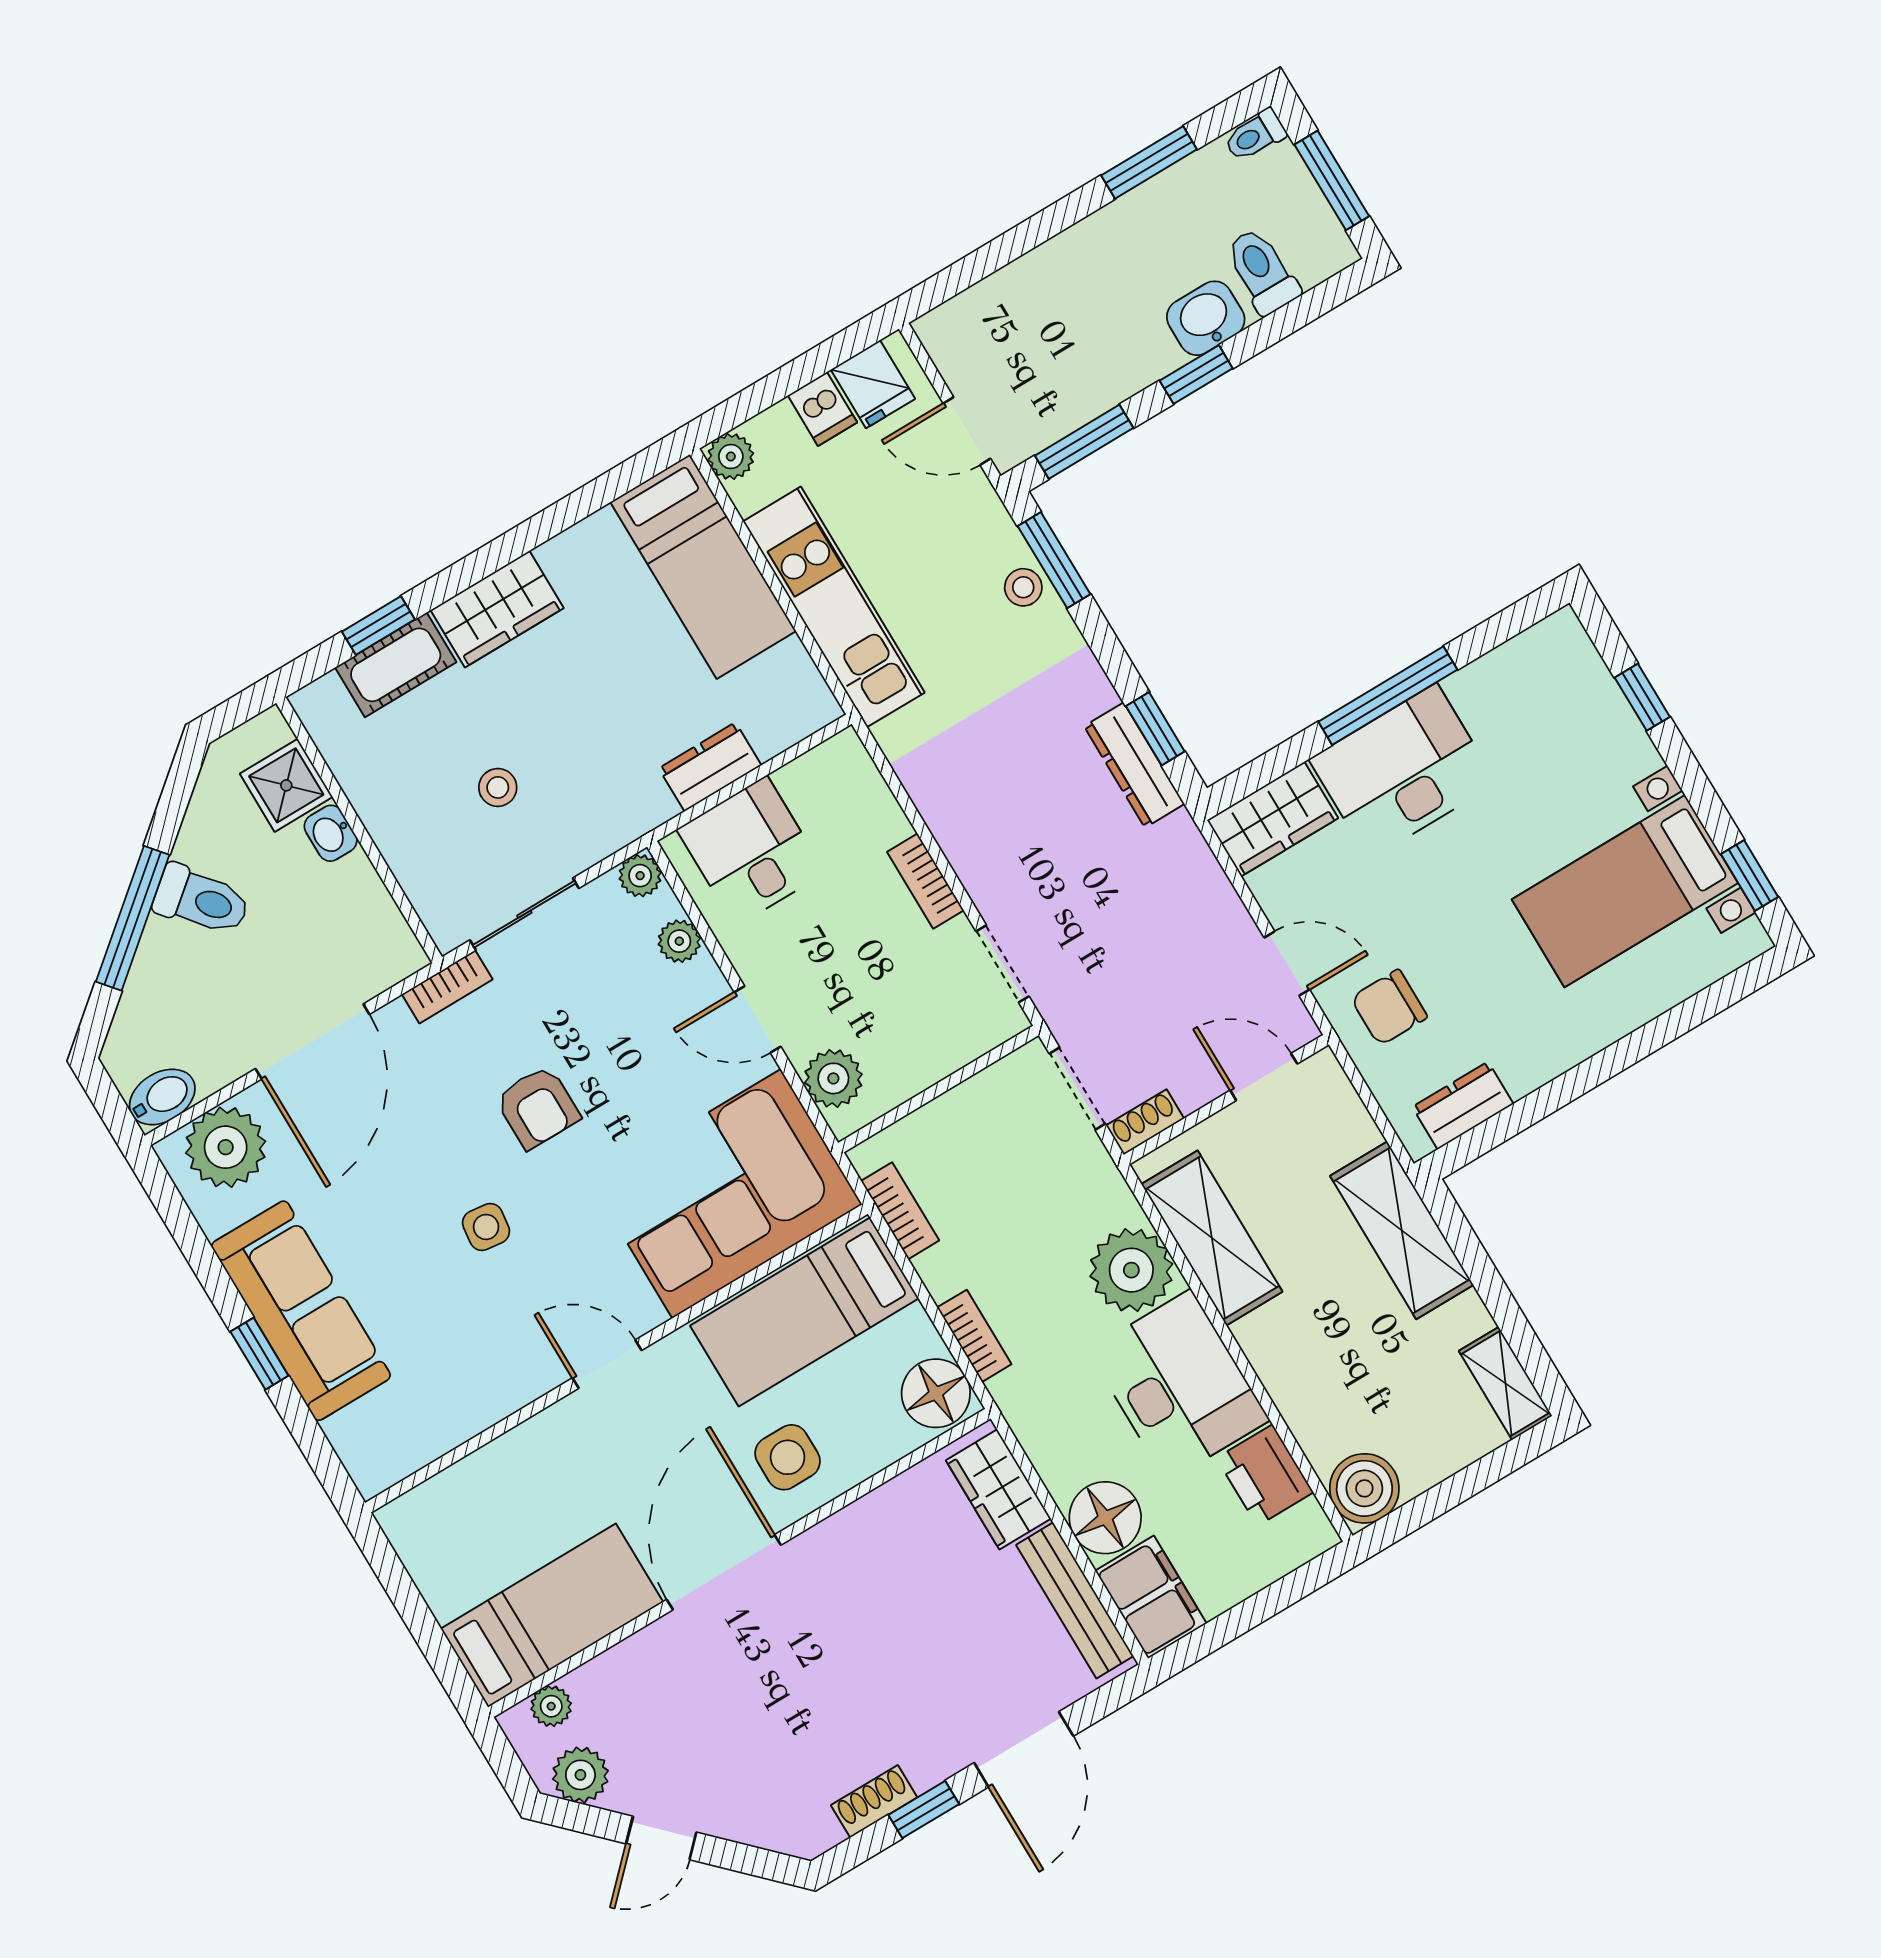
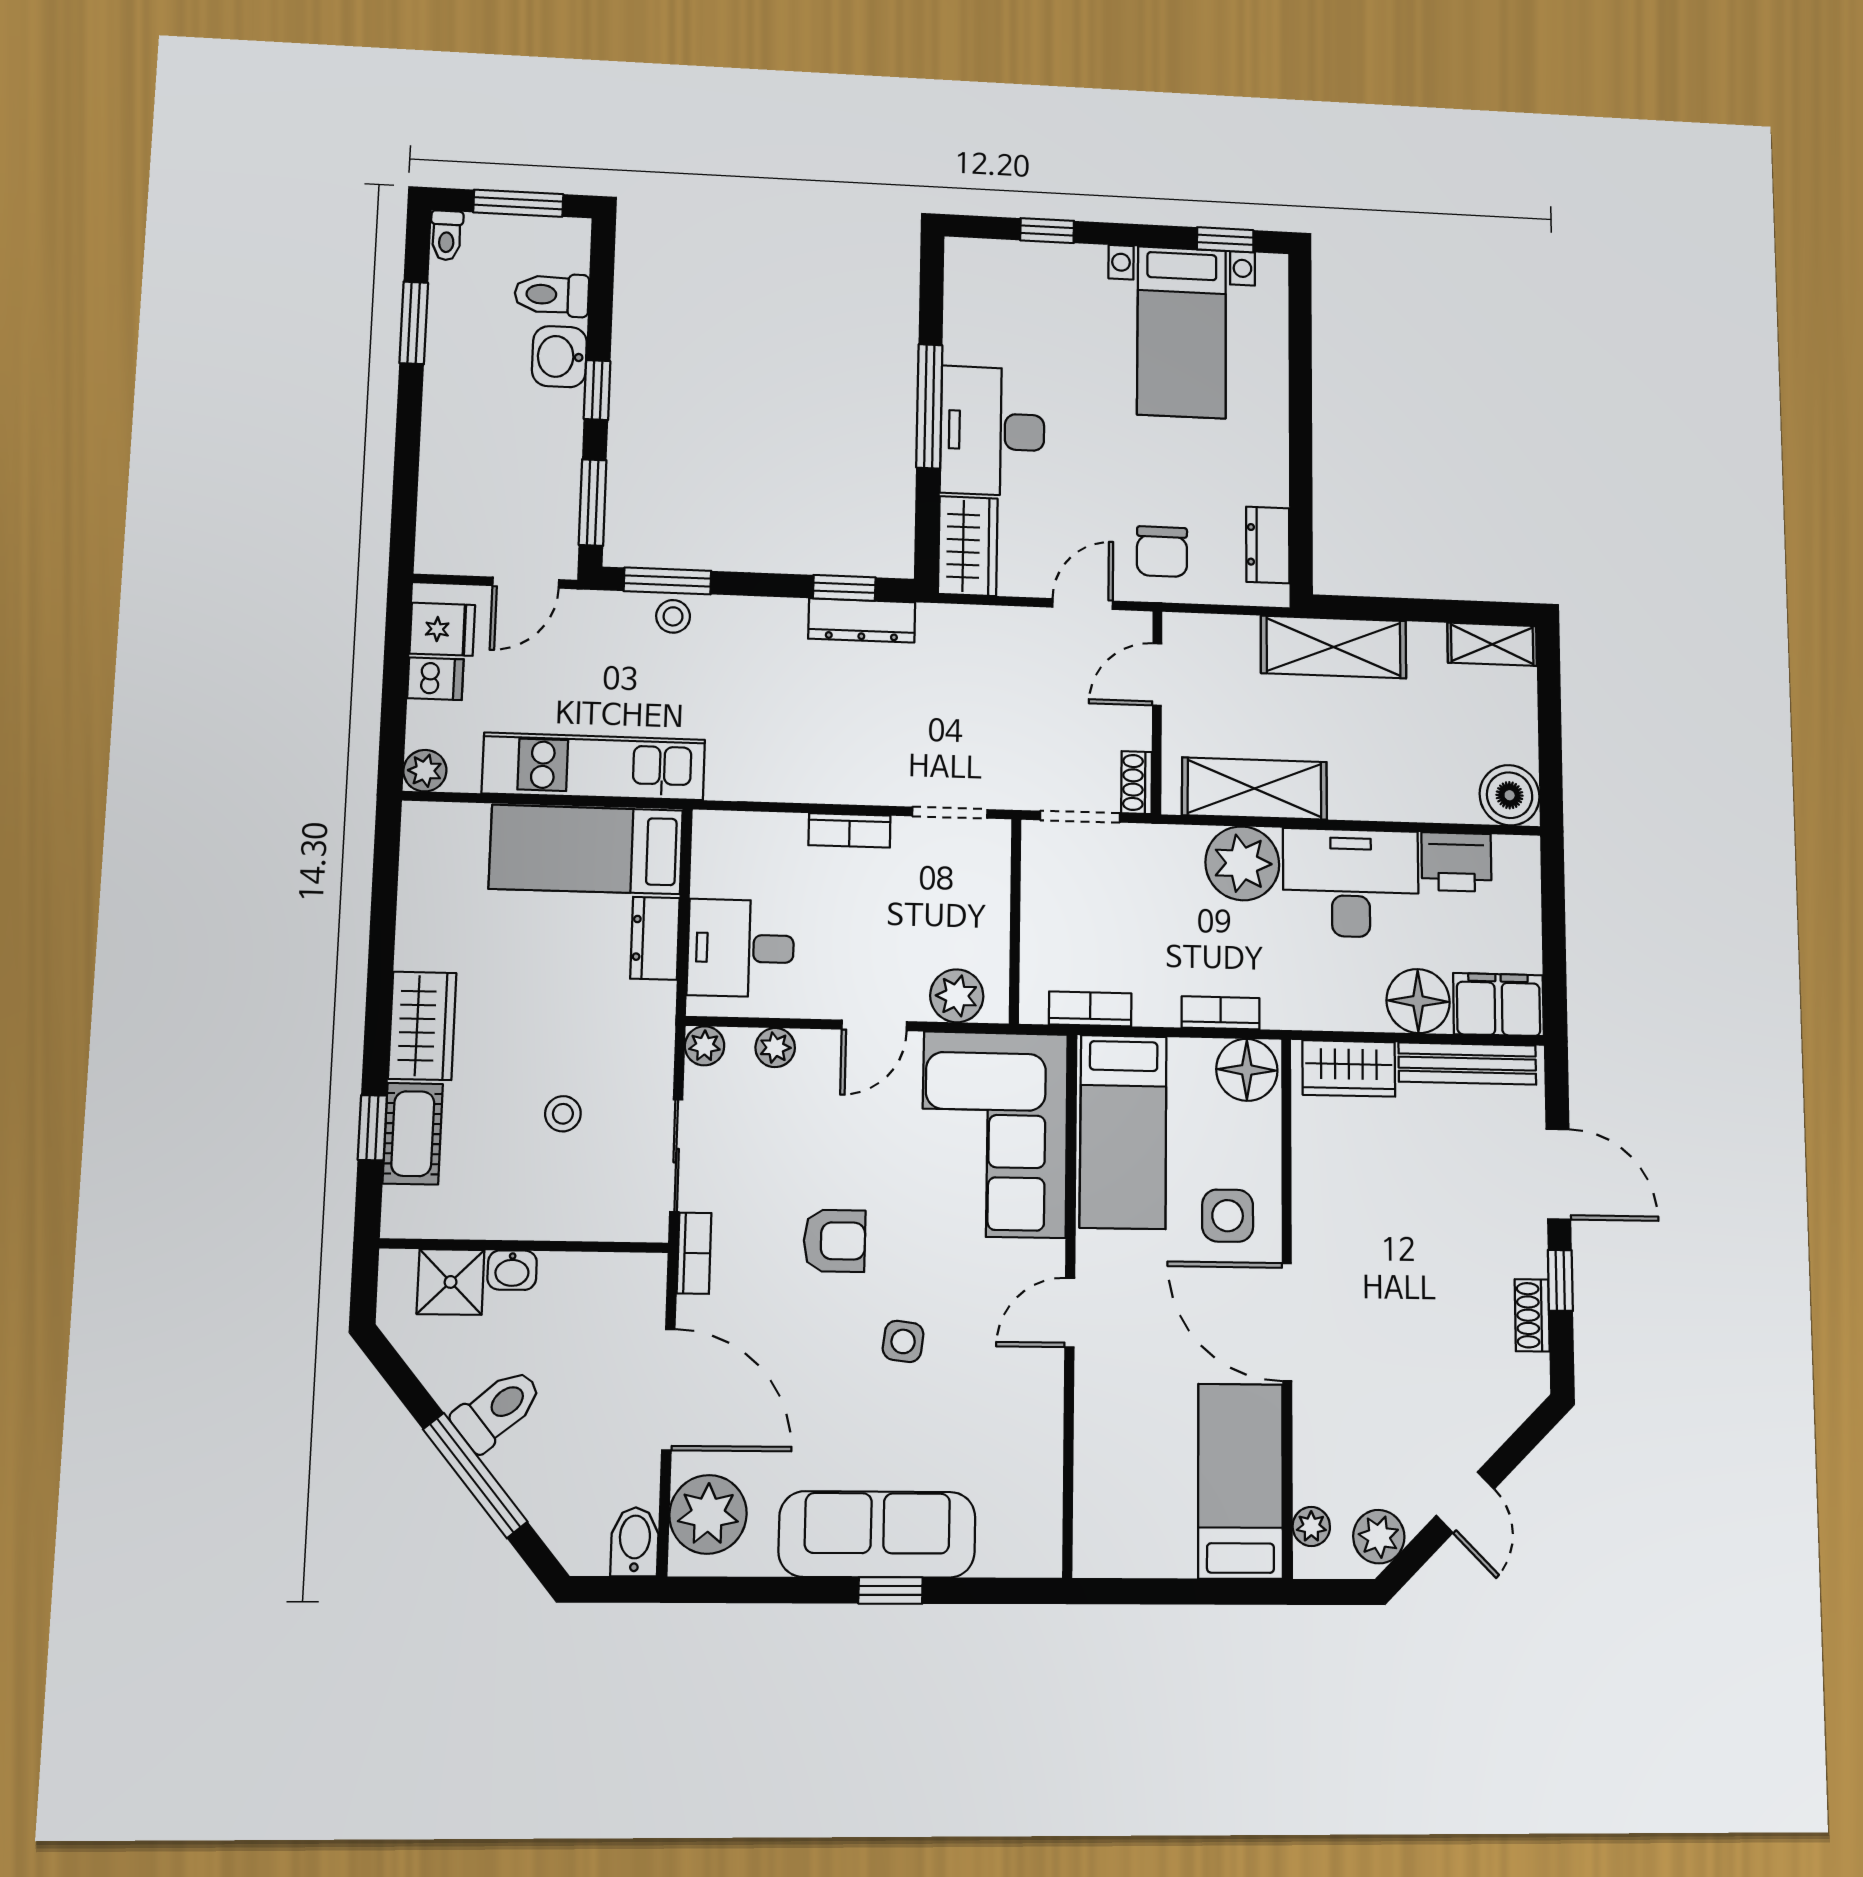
bed: (703, 567) -> (586, 849), moved, turned 180

